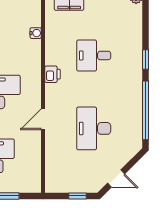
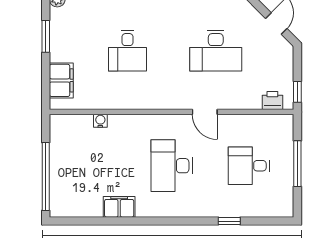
printer: (52, 74) -> (272, 101), moved
window: (77, 196) -> (297, 92), moved

